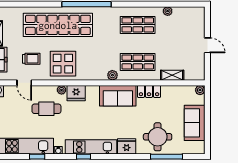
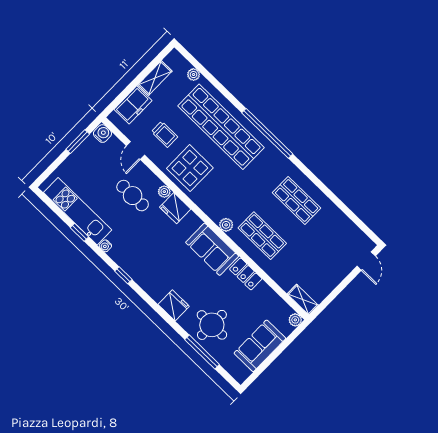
plant: (168, 11) -> (194, 75), moved
door: (207, 45) -> (366, 261), moved
shelving: (172, 75) -> (303, 300), moved
kitchen unit: (91, 147) -> (139, 273), removed

